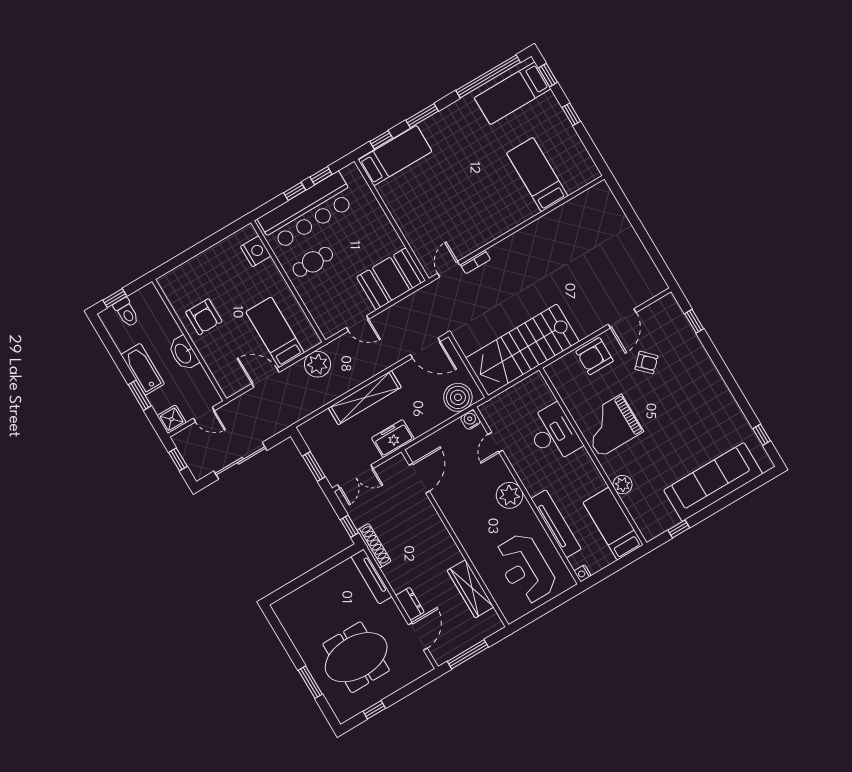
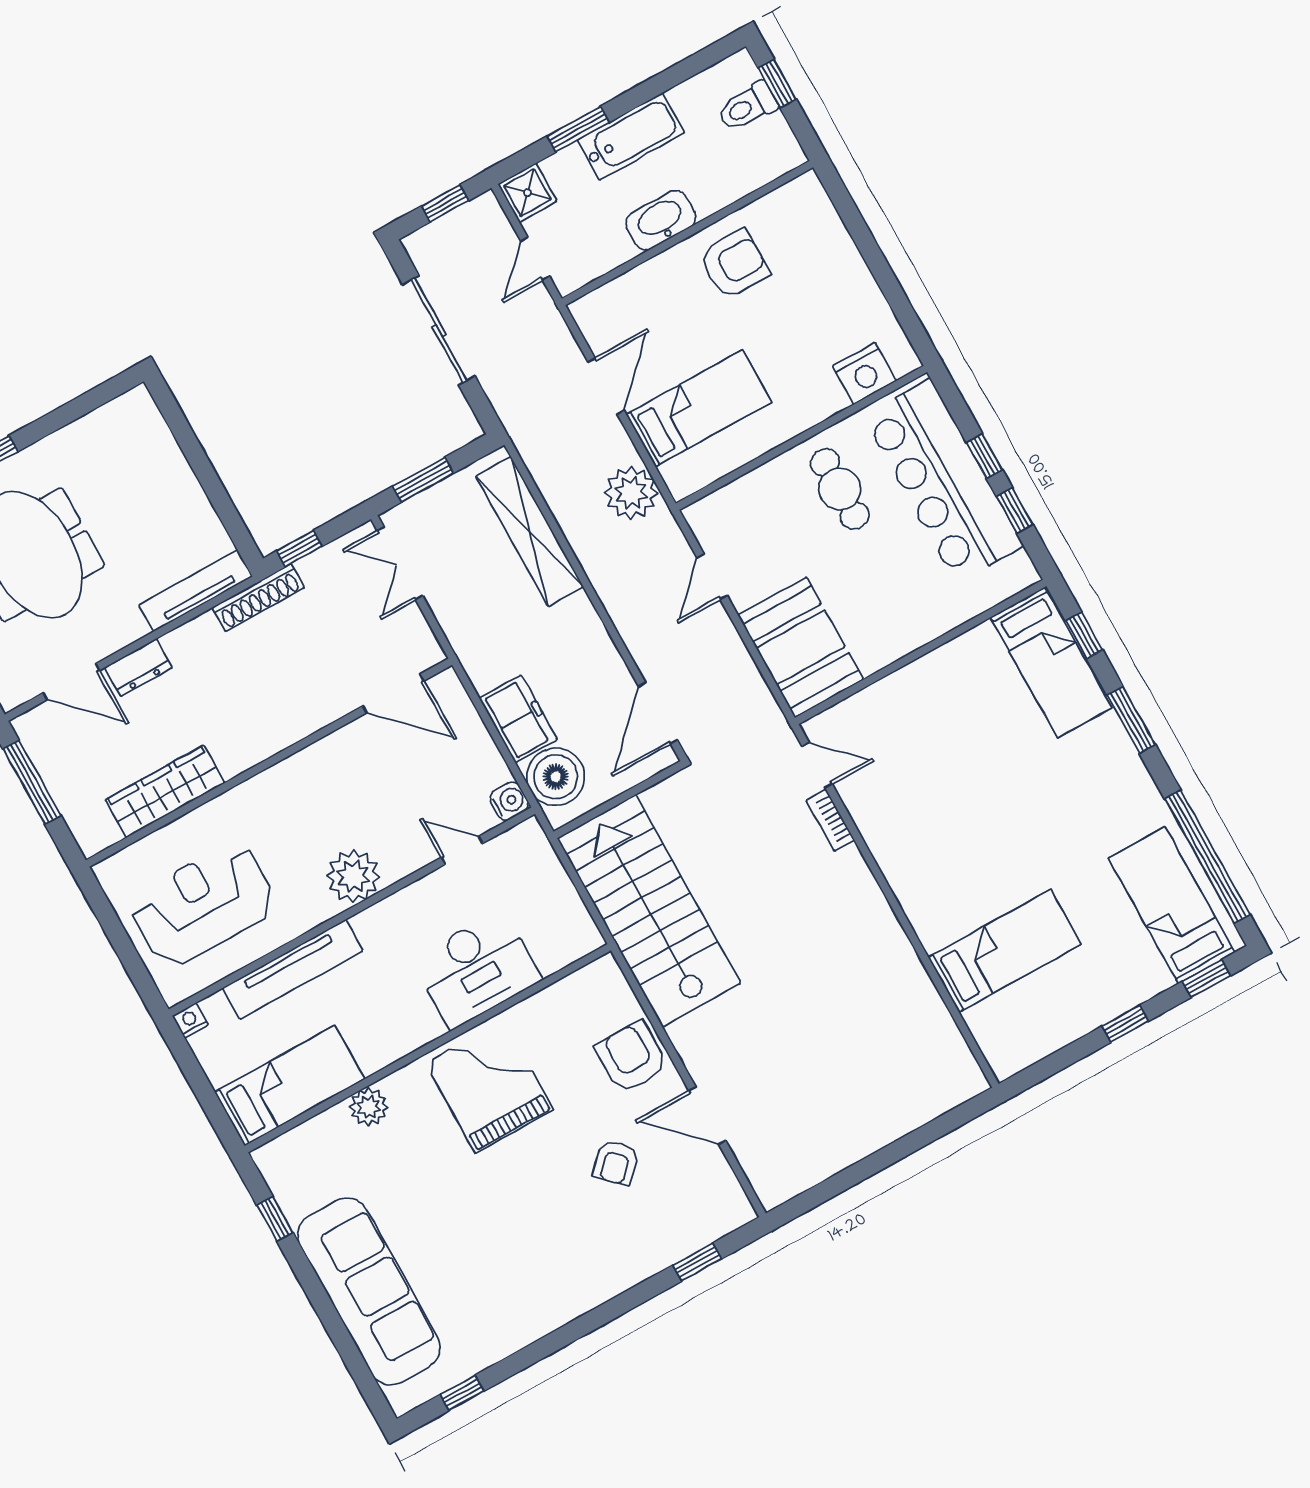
armchair: (204, 317) -> (734, 264), turned 180
shelving: (365, 398) -> (530, 532), moved
freezer: (393, 439) -> (518, 719), moved

